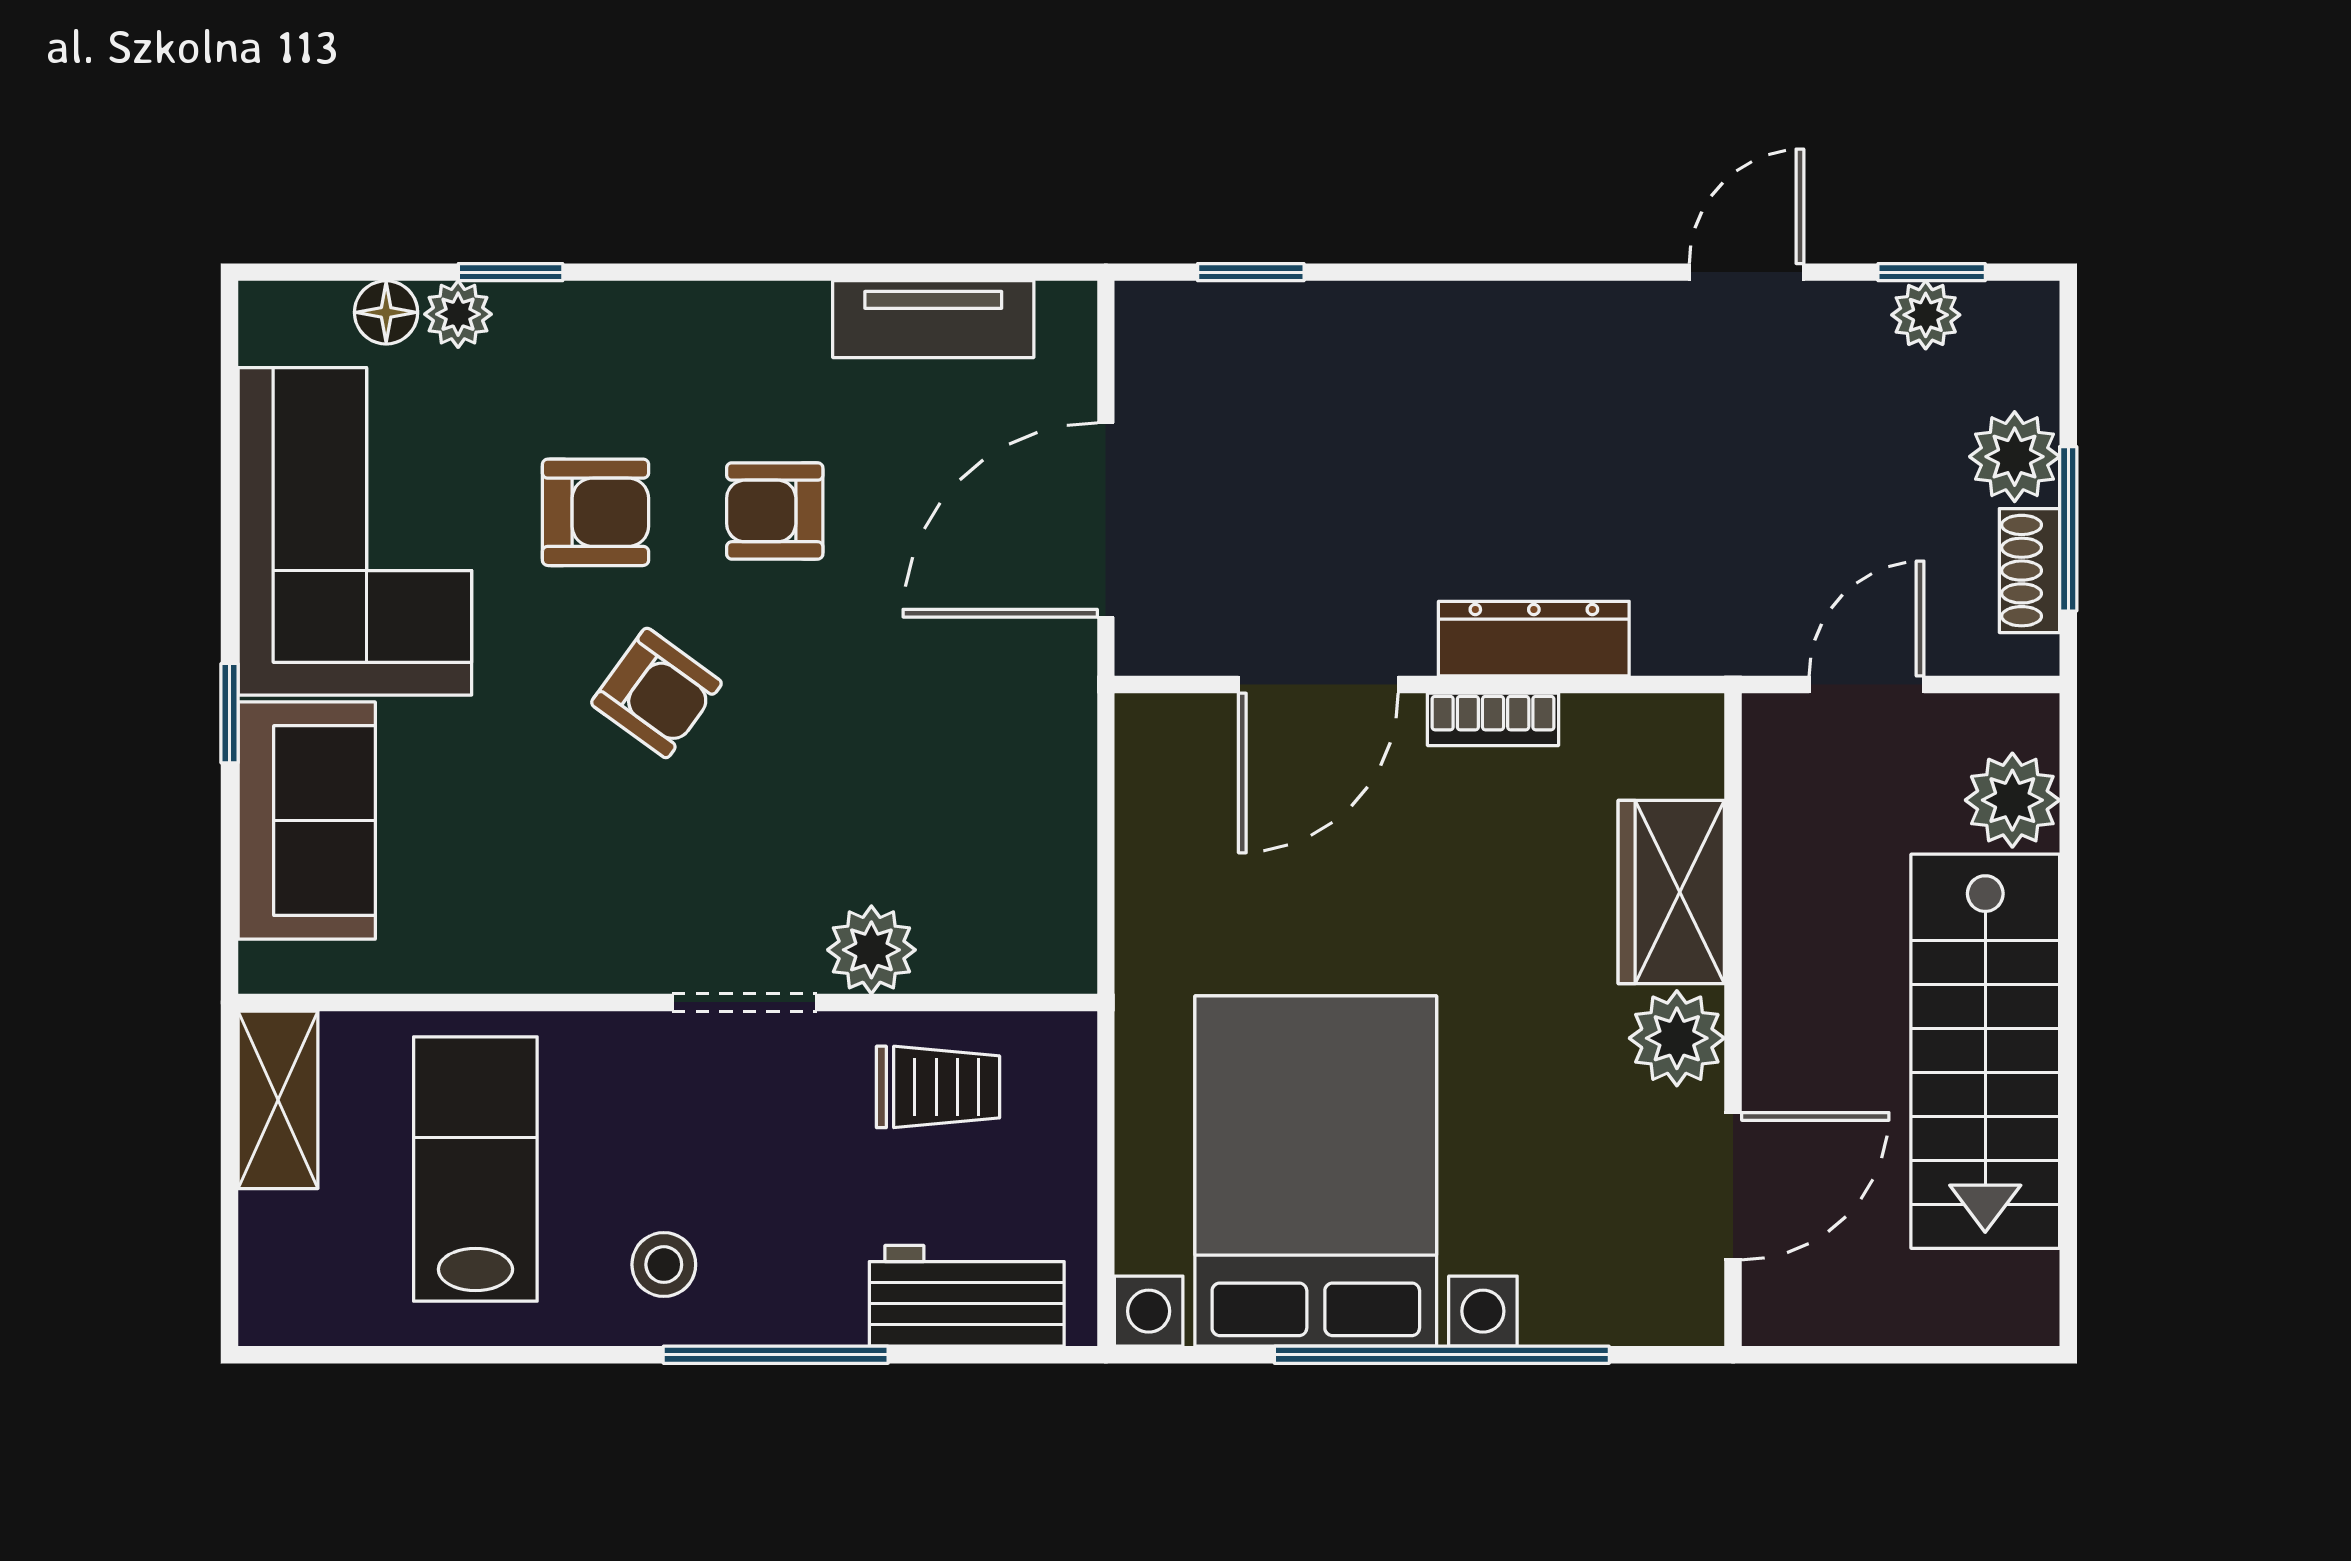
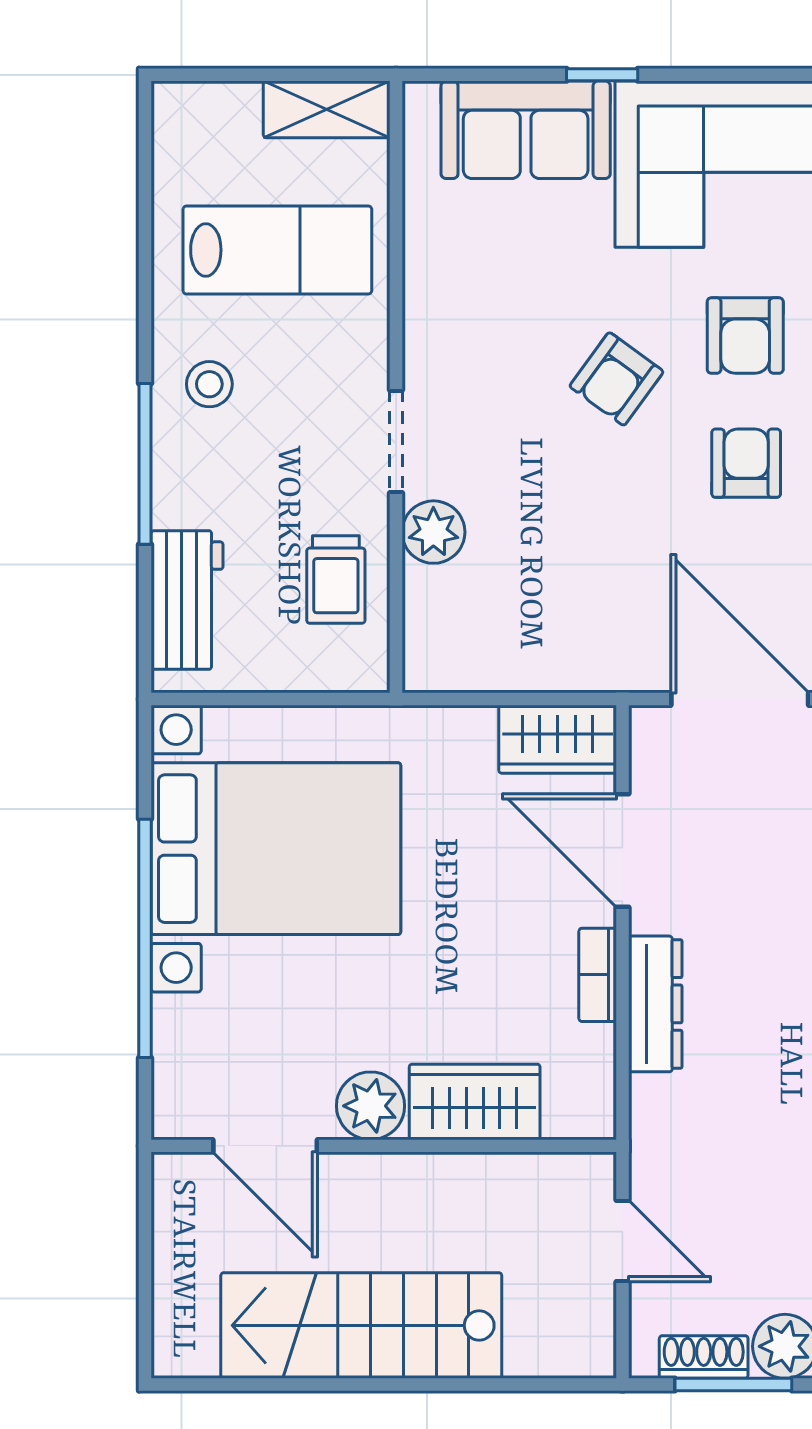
wardrobe: (1162, 776) -> (558, 739), added
plant: (2012, 800) -> (540, 1345), removed

